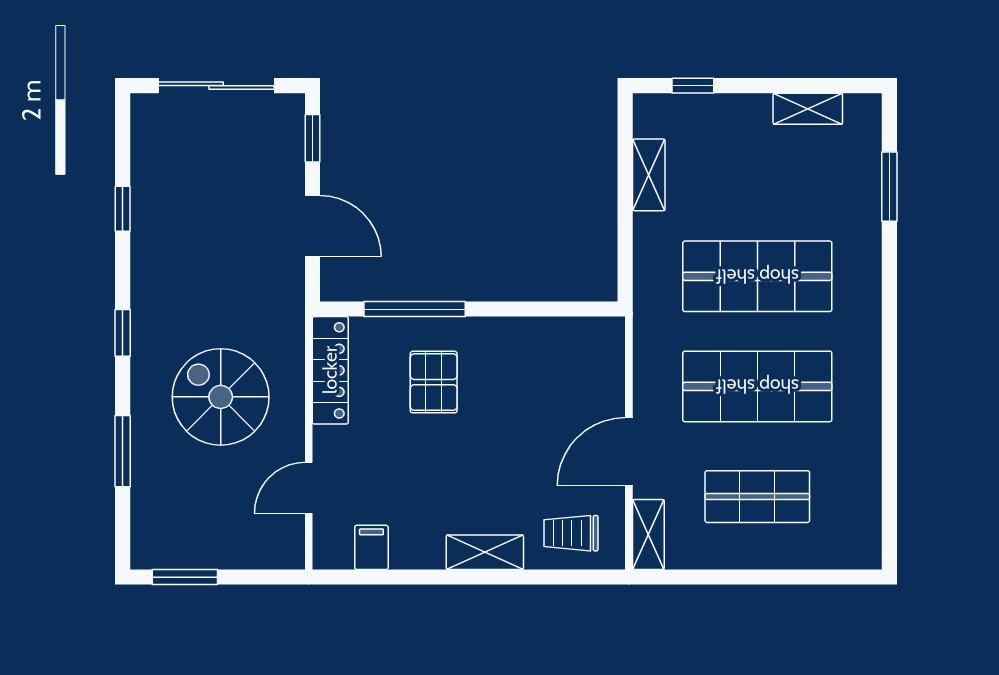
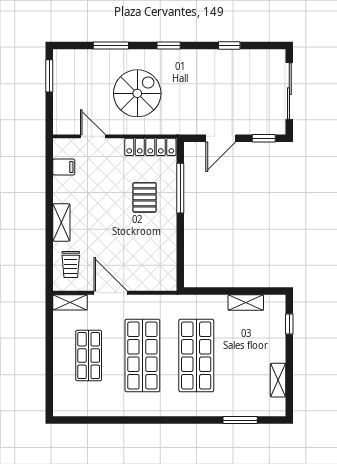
pallet: (434, 382) -> (145, 197), turned 90
trolley: (571, 533) -> (71, 264), turned 180

